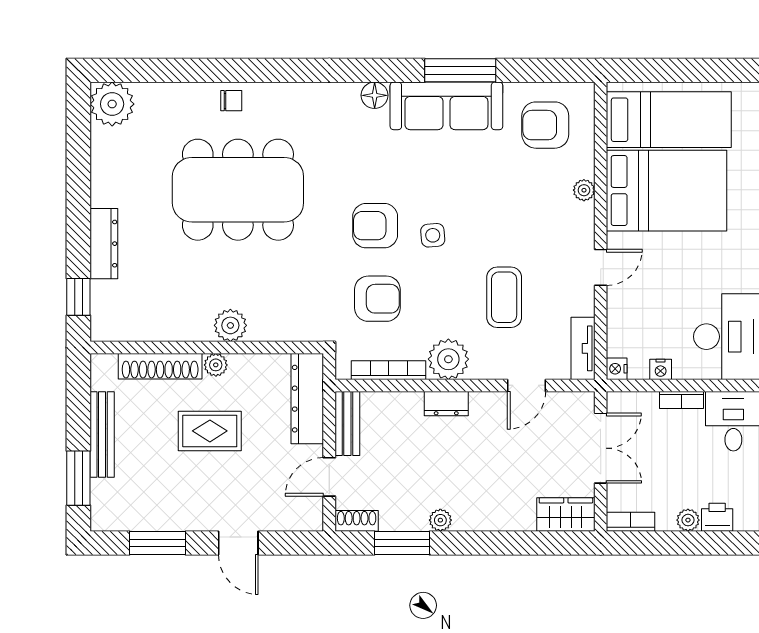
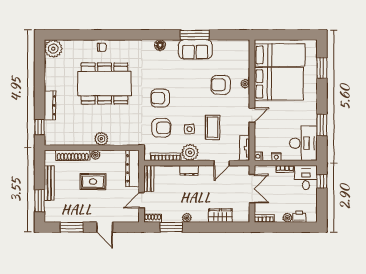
sofa: (446, 106) -> (195, 49), width x0.73
armchair: (545, 125) -> (221, 85), moved
side table: (433, 235) -> (189, 129), moved
wardrobe: (566, 515) -> (220, 216), moved

